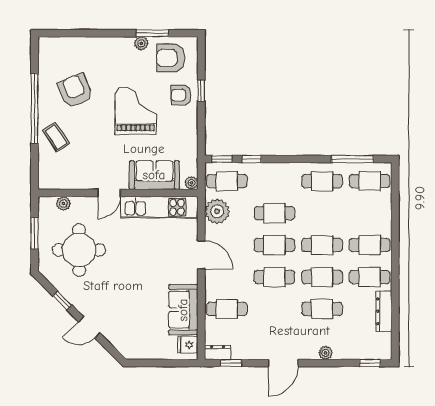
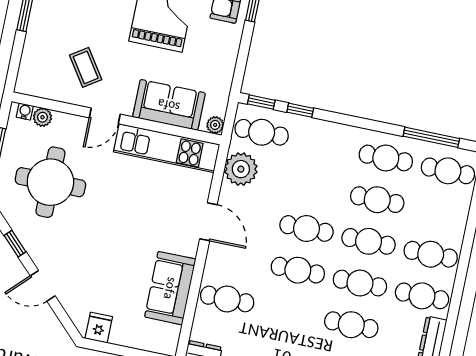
coffee table: (56, 137) -> (86, 67), moved
water cooler: (49, 202) -> (25, 111), added
cafe table: (274, 213) -> (377, 200), moved
fridge: (188, 345) -> (99, 328), moved, turned 90

